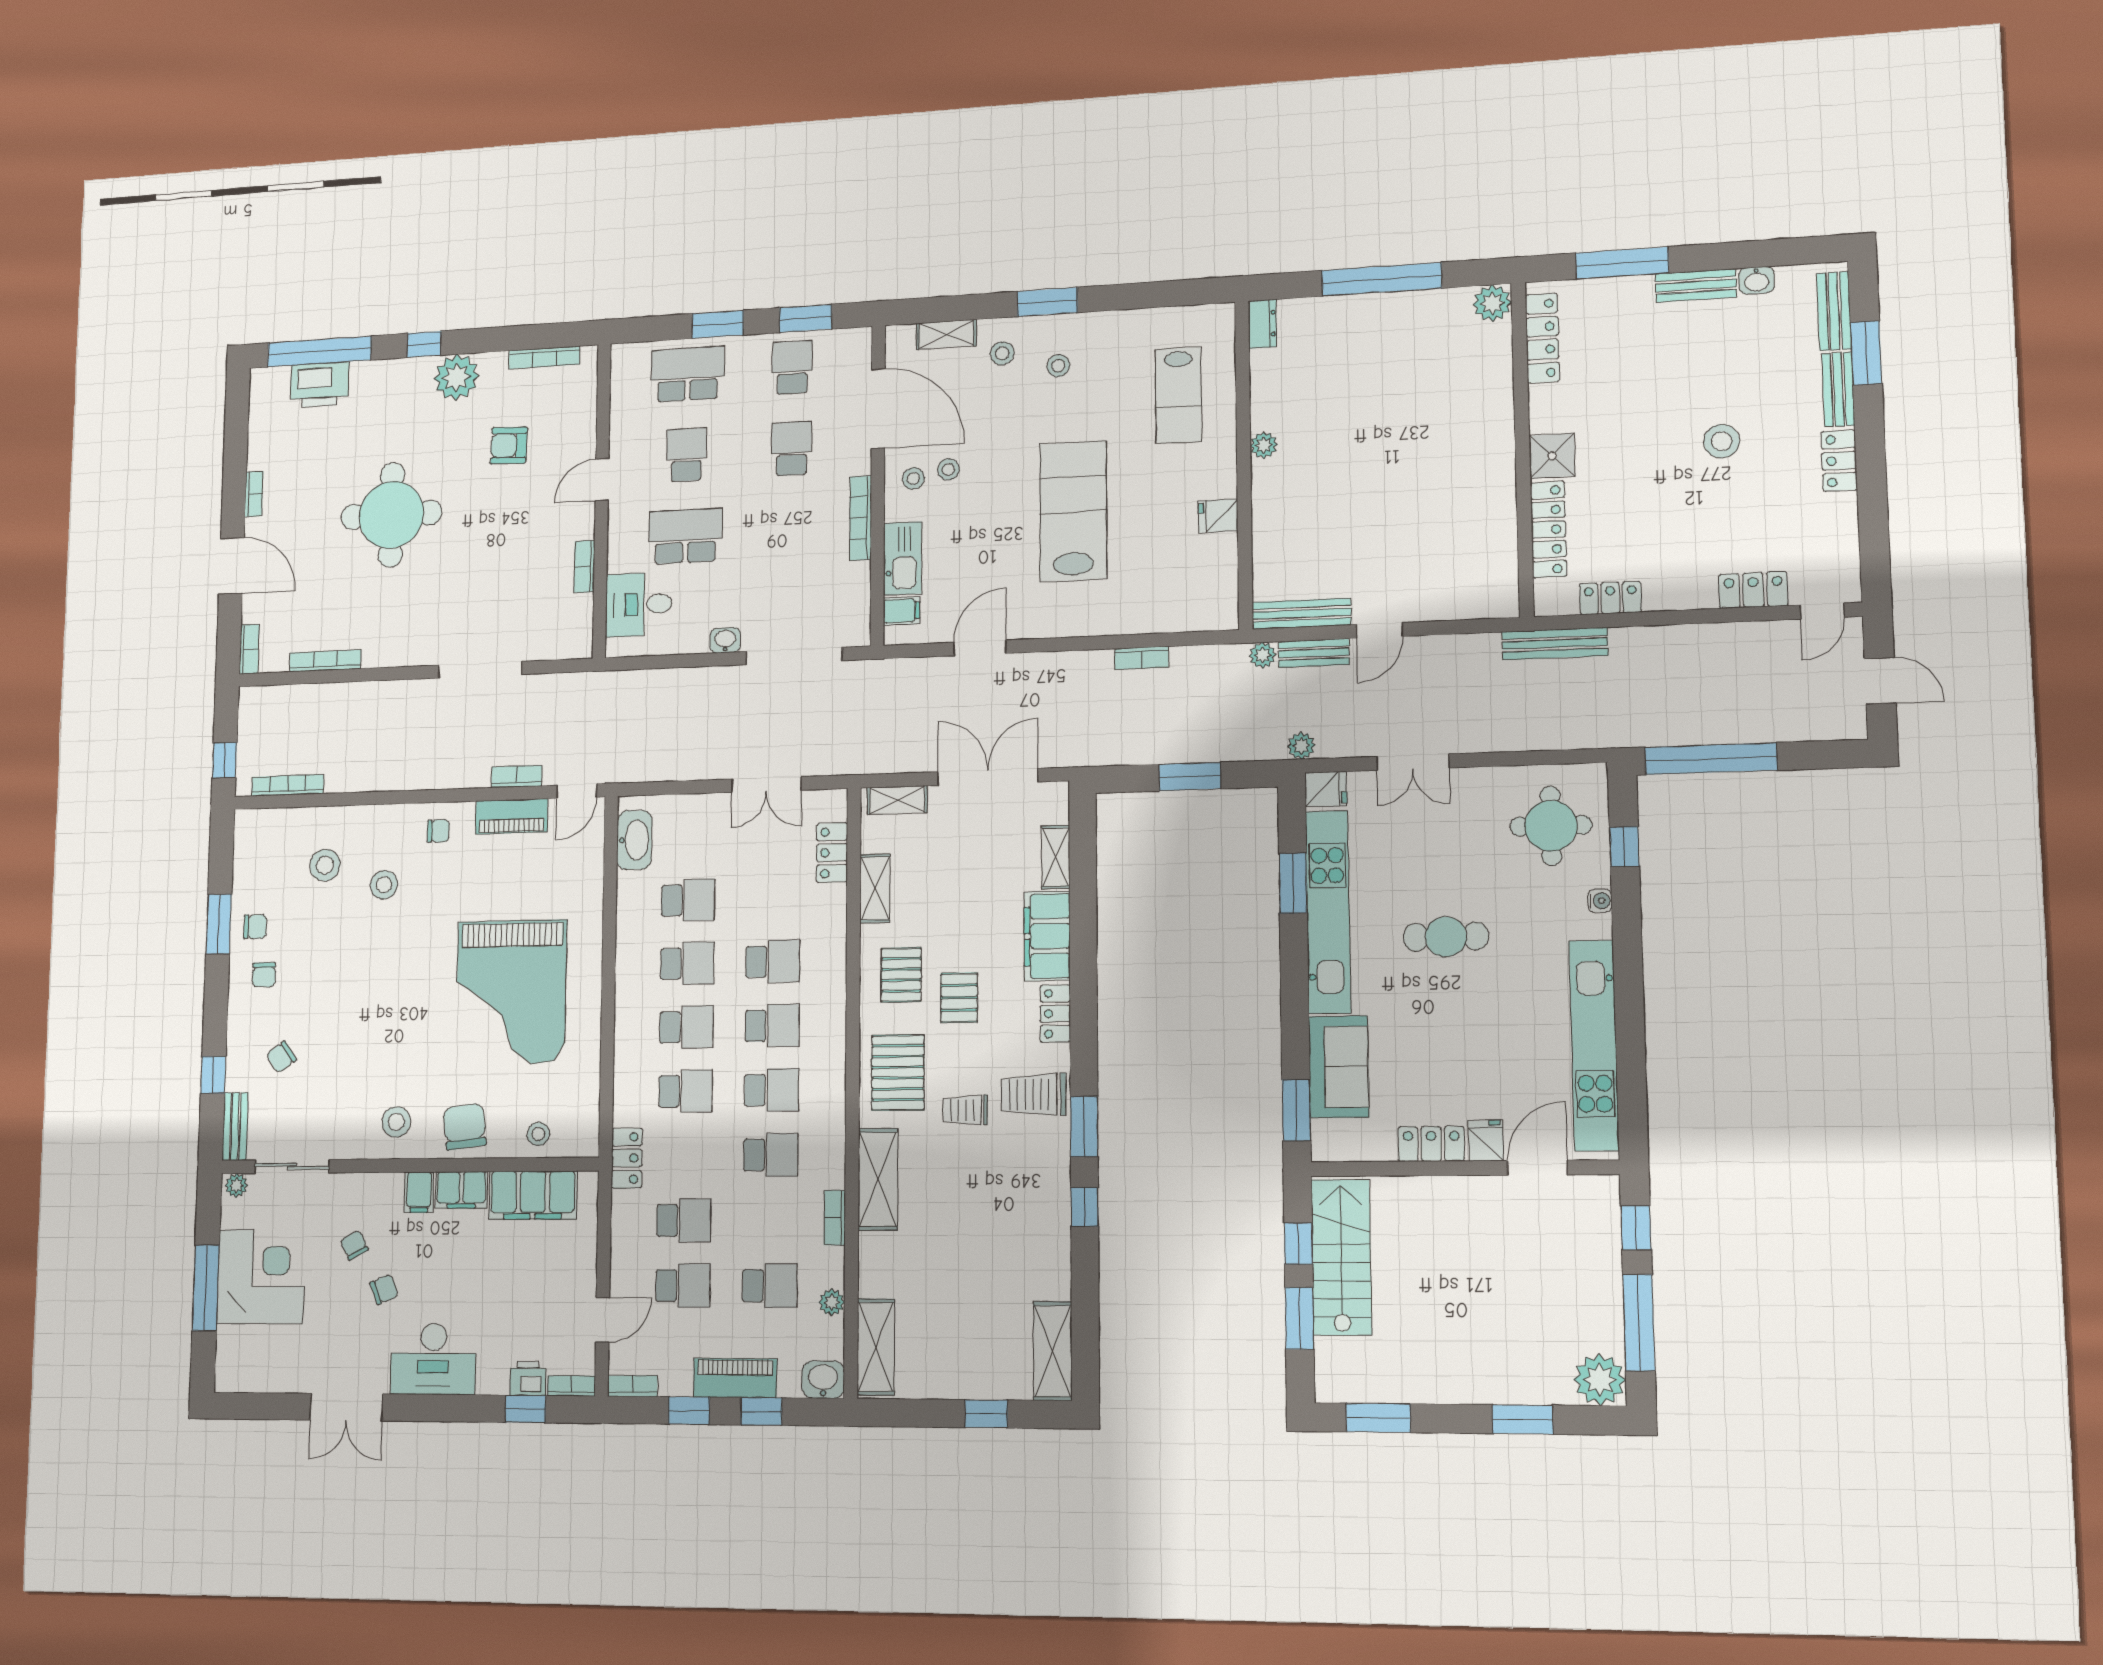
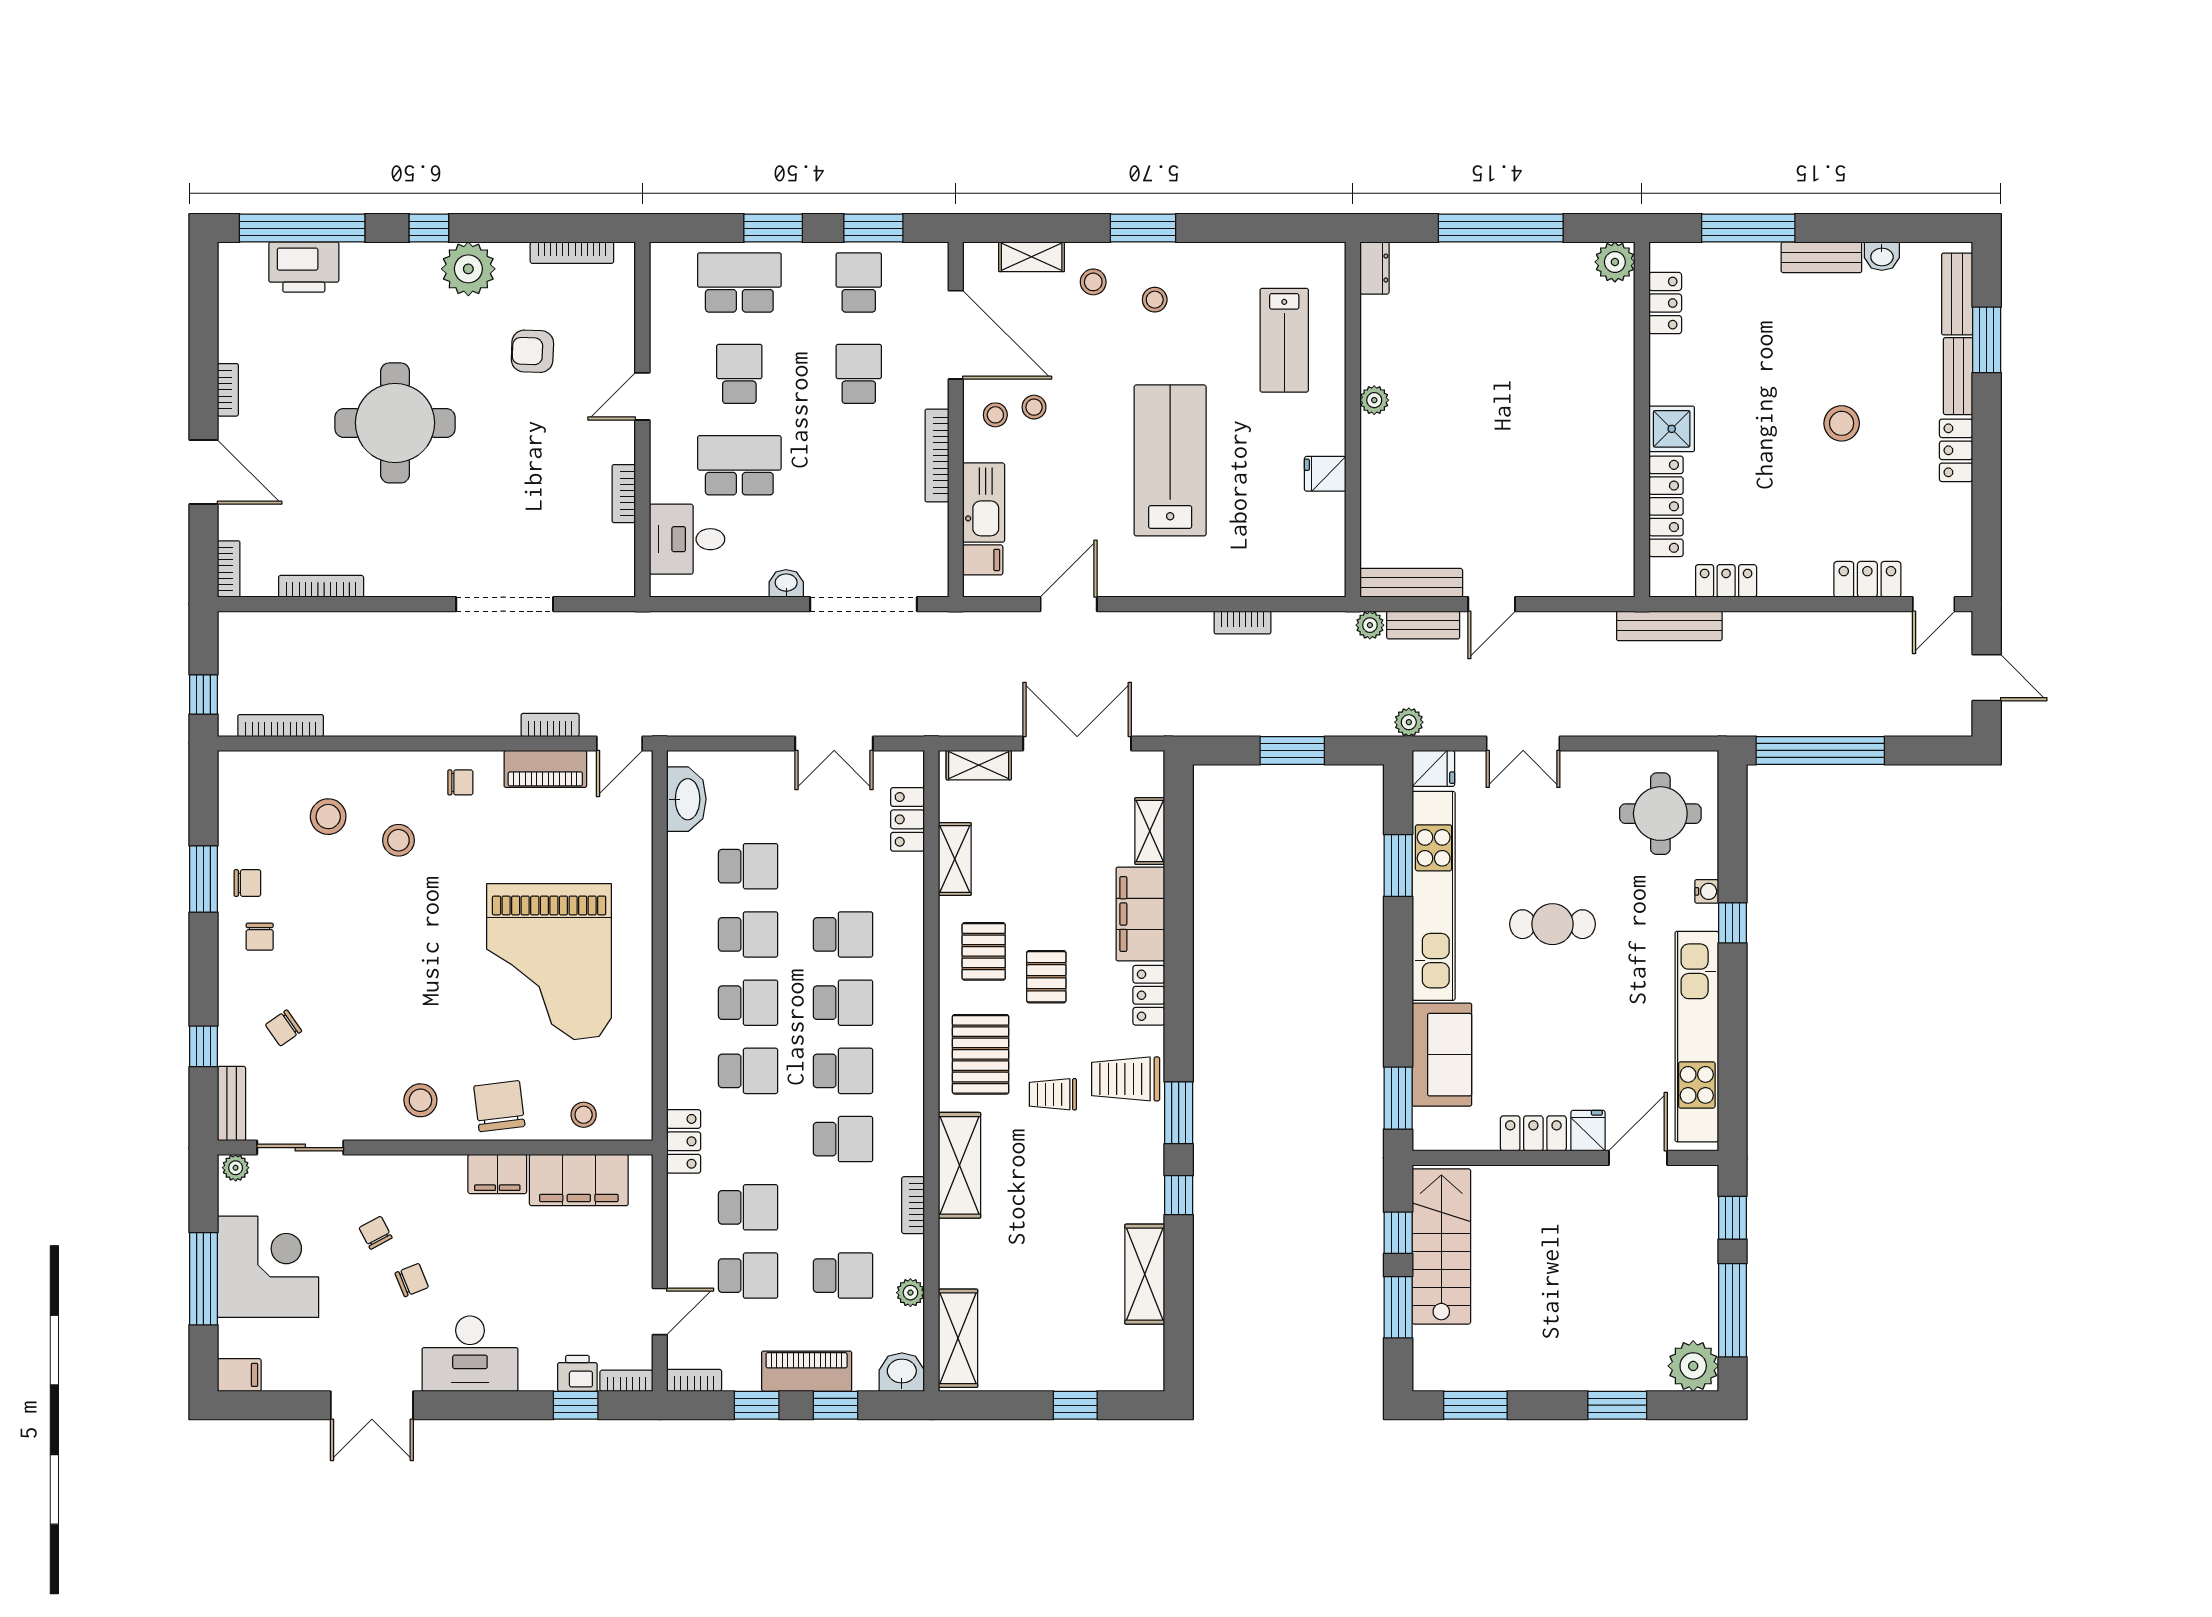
locker: (1542, 338) -> (1665, 303), width x0.66
window: (1624, 847) -> (1732, 923), moved
filing cabinet: (419, 1192) -> (239, 1375), moved, turned -90
shelving: (1053, 1351) -> (1145, 1274), moved

